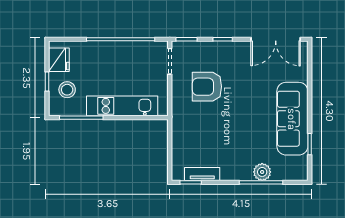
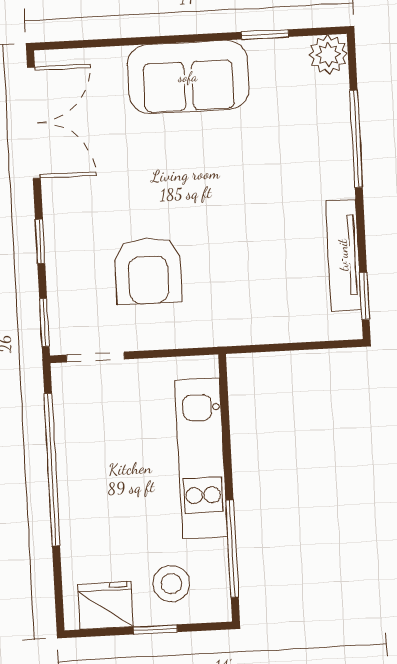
sofa: (292, 119) -> (188, 77), width x0.73
plant: (262, 172) -> (328, 55), moved
tv unit: (202, 174) -> (343, 255), width x1.41

